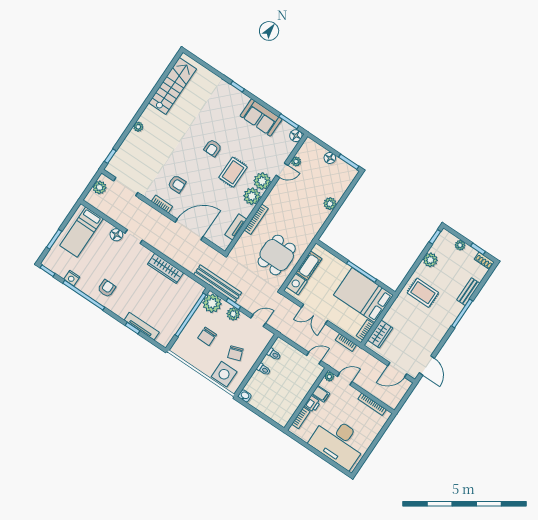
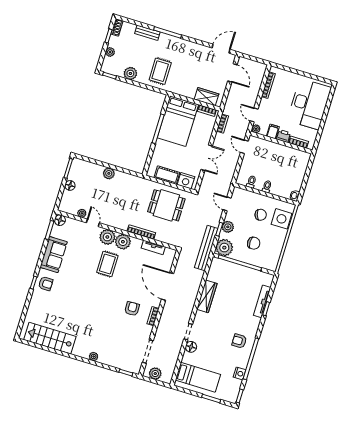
armchair: (213, 148) -> (46, 284), moved
rug: (233, 172) -> (107, 264), turned 90

